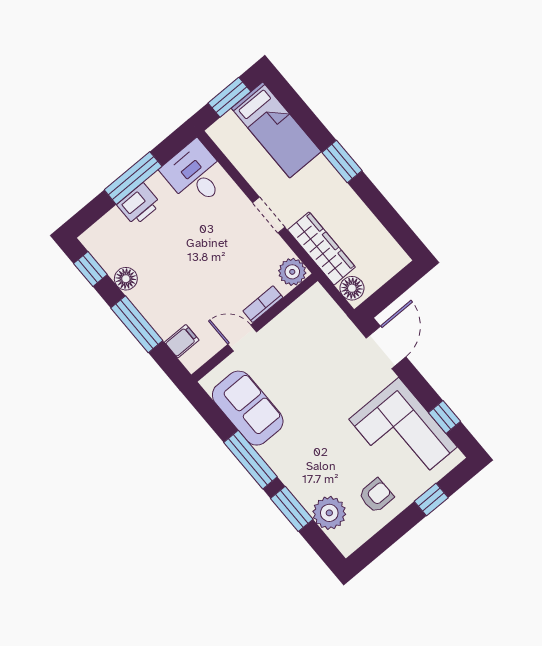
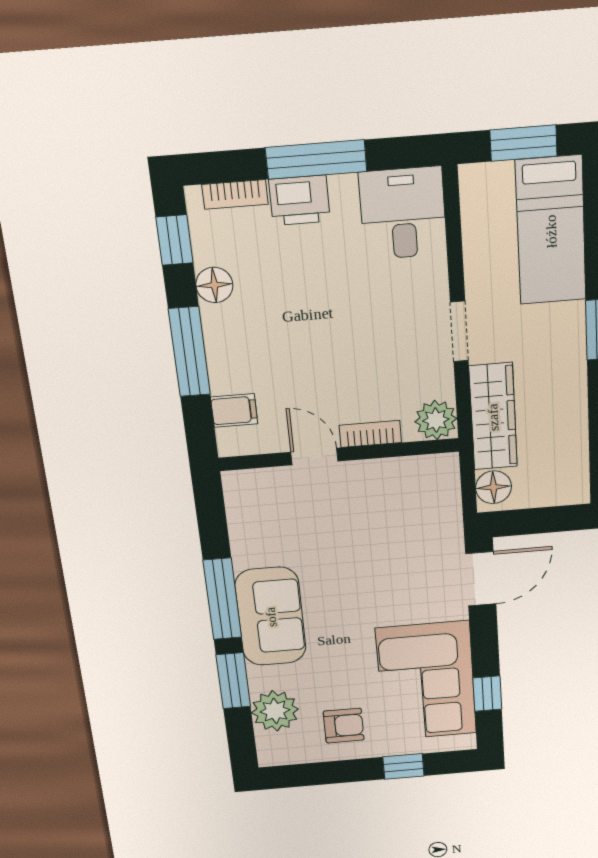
bookcase: (105, 224) -> (235, 194), added
sofa: (248, 408) -> (271, 617), moved

